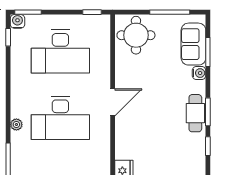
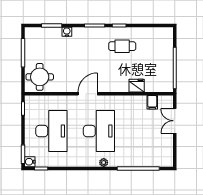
sofa: (193, 44) -> (46, 36), removed
door: (113, 102) -> (88, 94), hinge flipped
cafe table: (195, 113) -> (122, 46), moved

